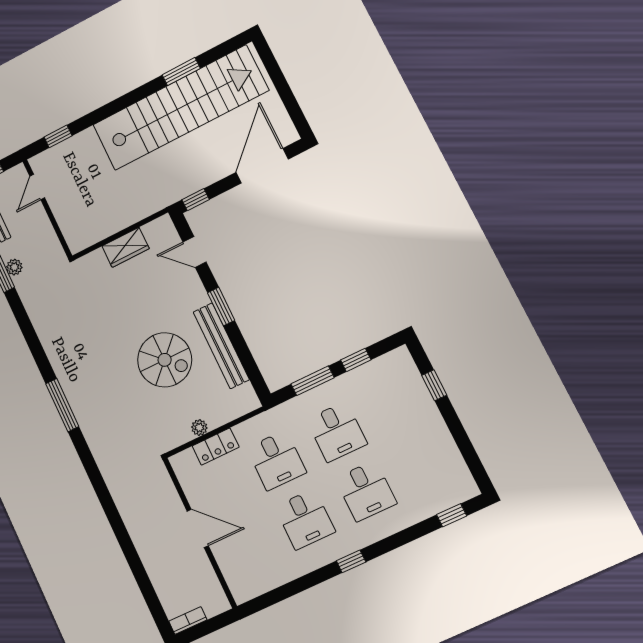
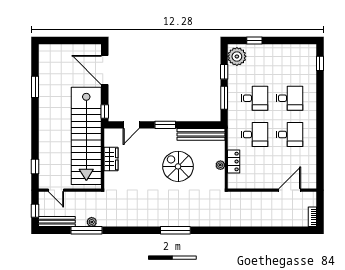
stairs: (180, 108) -> (86, 136), moved, turned 180
bench: (221, 346) -> (201, 134), moved
spiral stairs: (165, 360) -> (178, 166), turned -90
plant: (392, 369) -> (237, 56), added
door: (198, 528) -> (290, 190), moved
window: (351, 561) -> (320, 122), removed

